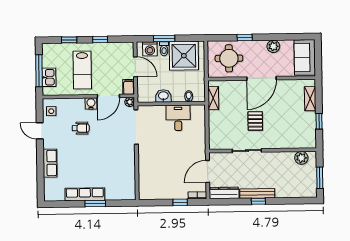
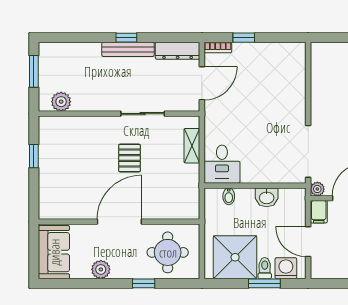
shelving: (213, 98) -> (192, 146), moved
shelving: (310, 99) -> (47, 190), removed
desk: (178, 118) -> (222, 164), moved

